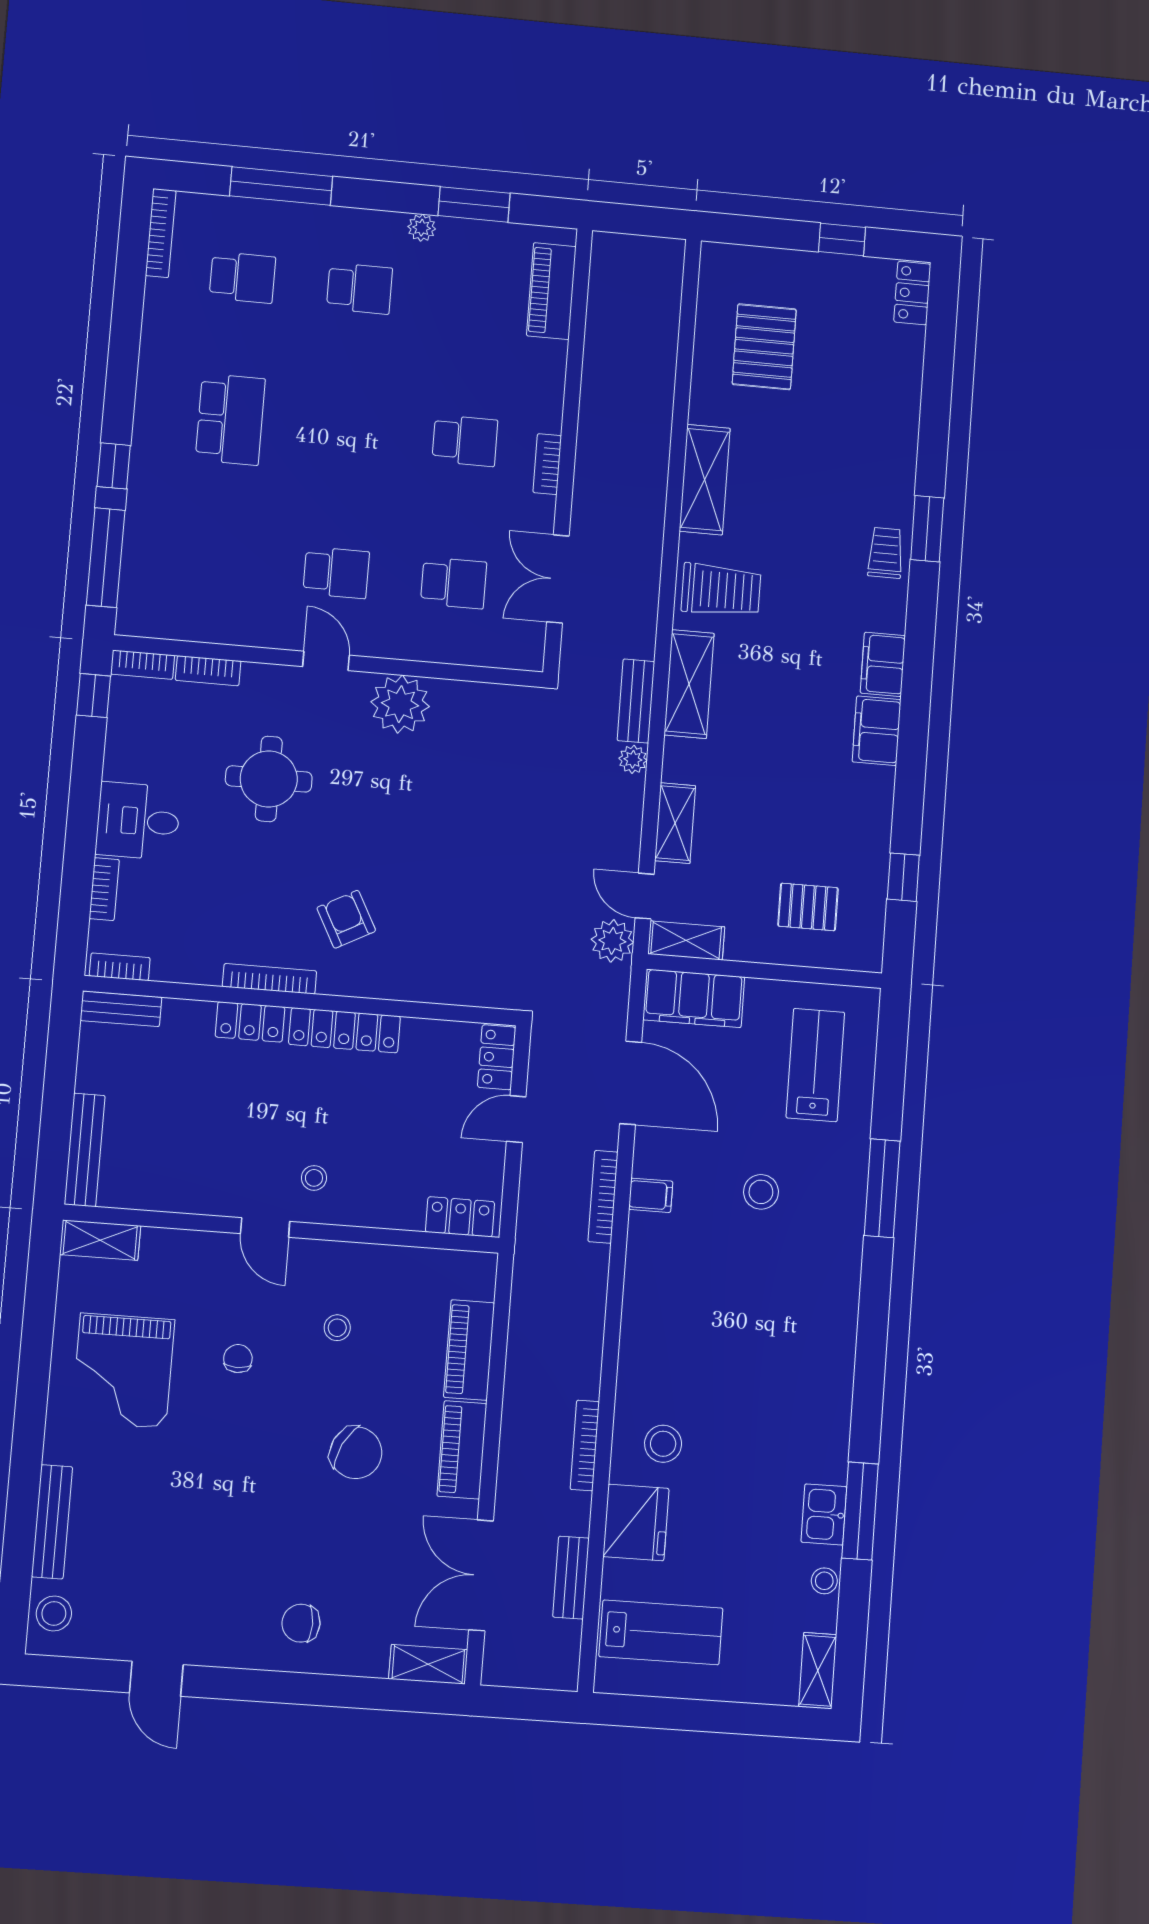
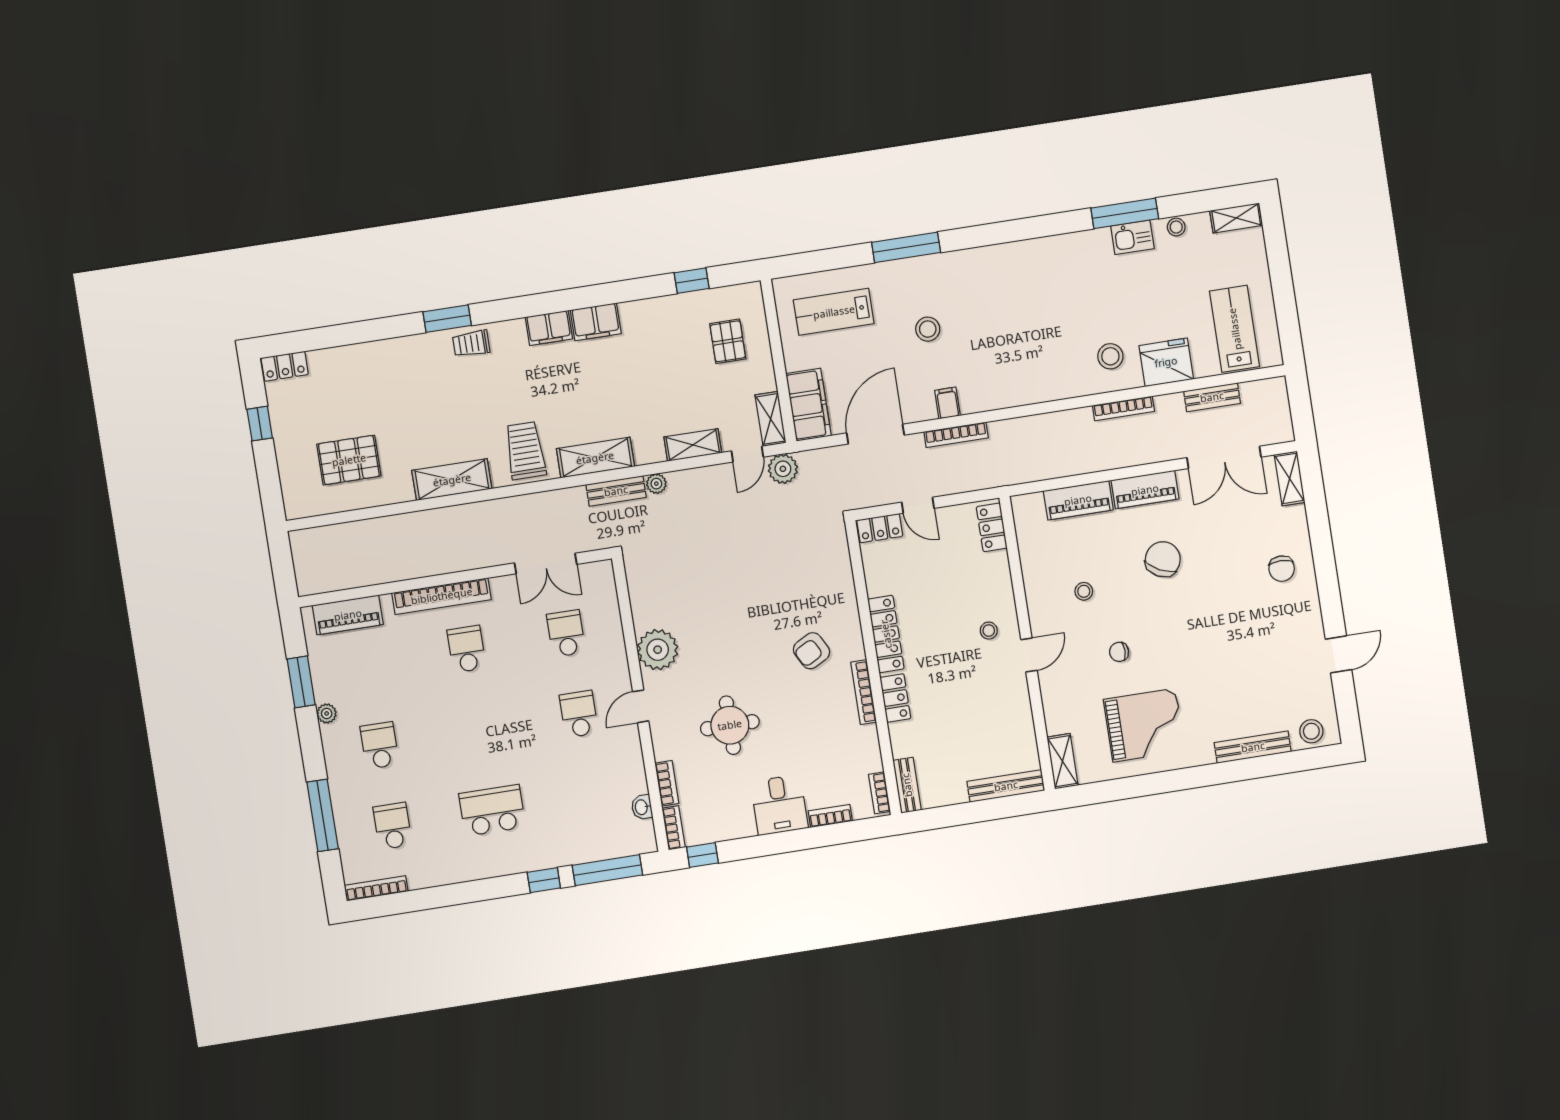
bookcase: (547, 464) -> (442, 596), width x2.31, depth x1.31
washbasin: (183, 627) -> (642, 807), added

